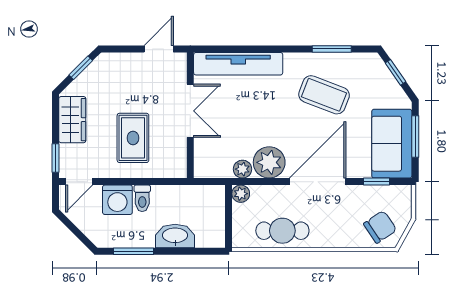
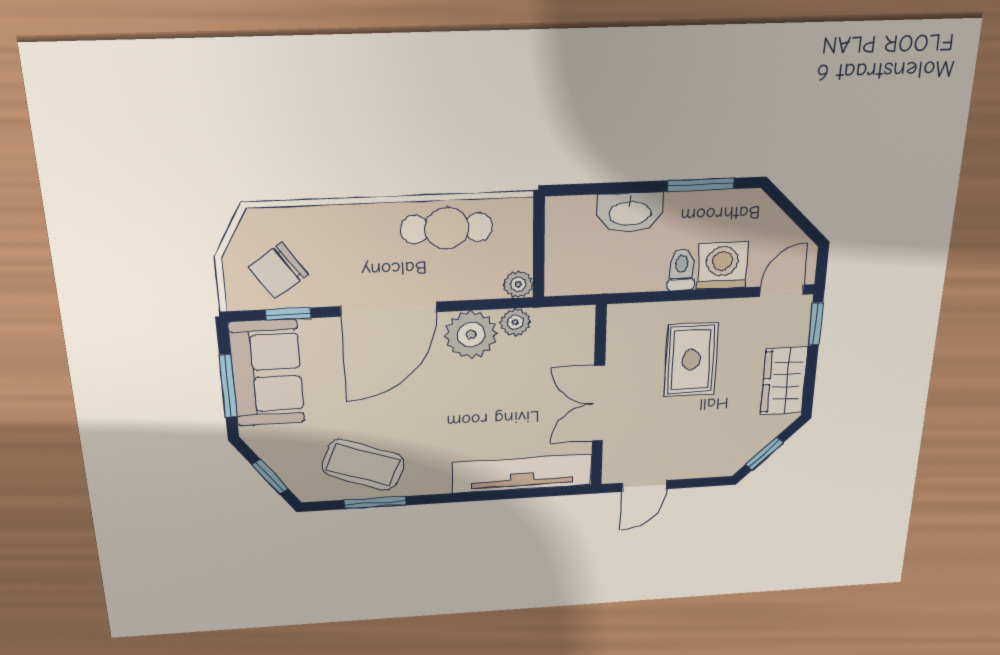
coffee table: (324, 95) -> (363, 465), moved
chair: (380, 227) -> (278, 271), moved

